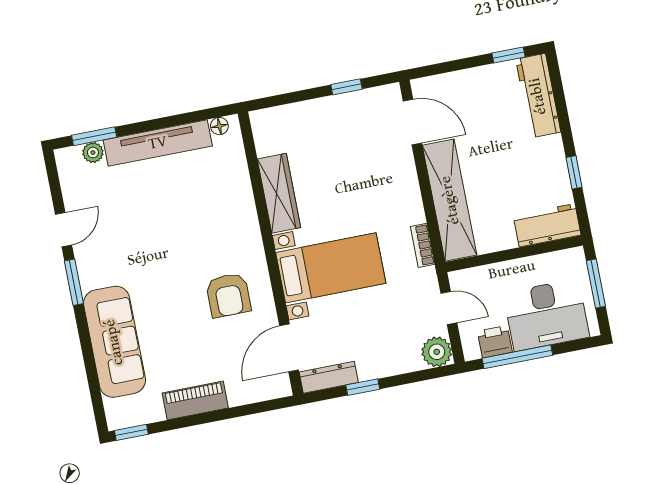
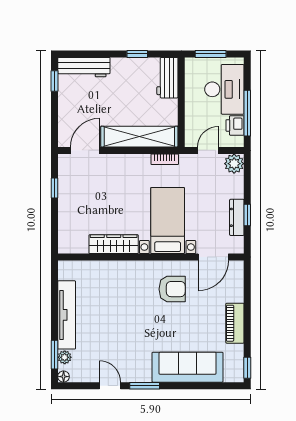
floor lamp: (219, 126) -> (64, 377), moved
door: (289, 348) -> (213, 257), hinge flipped
dresser: (329, 377) -> (237, 217), moved

